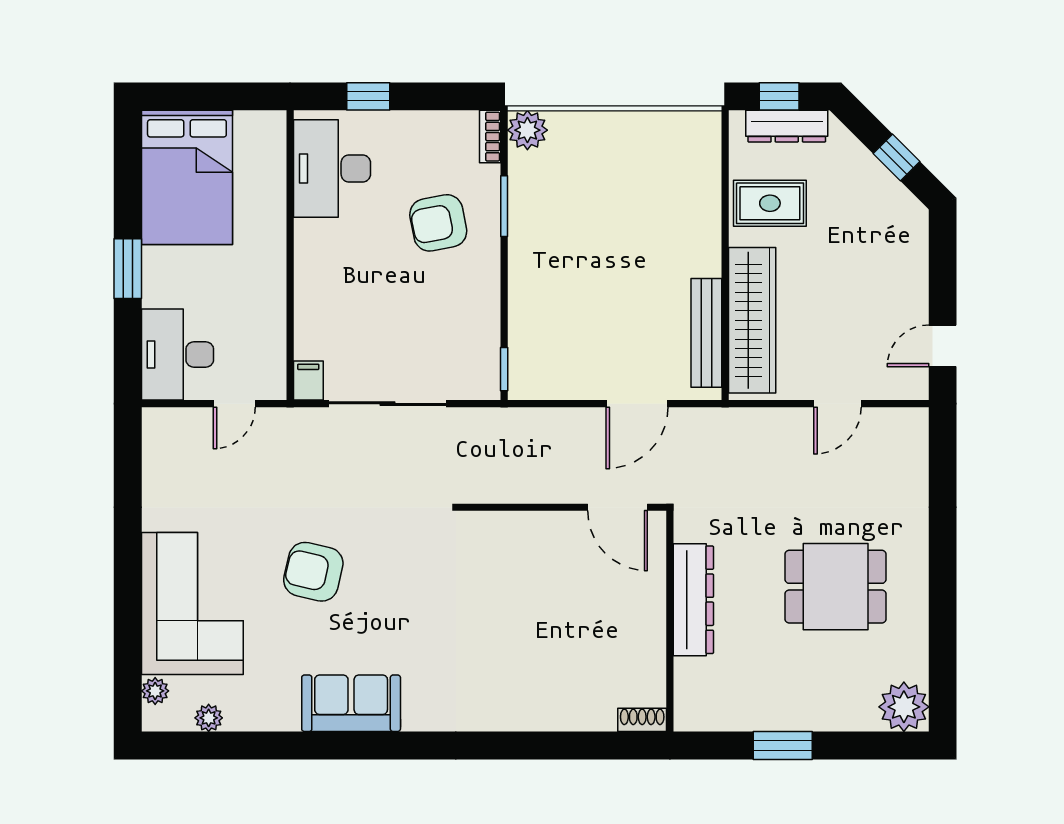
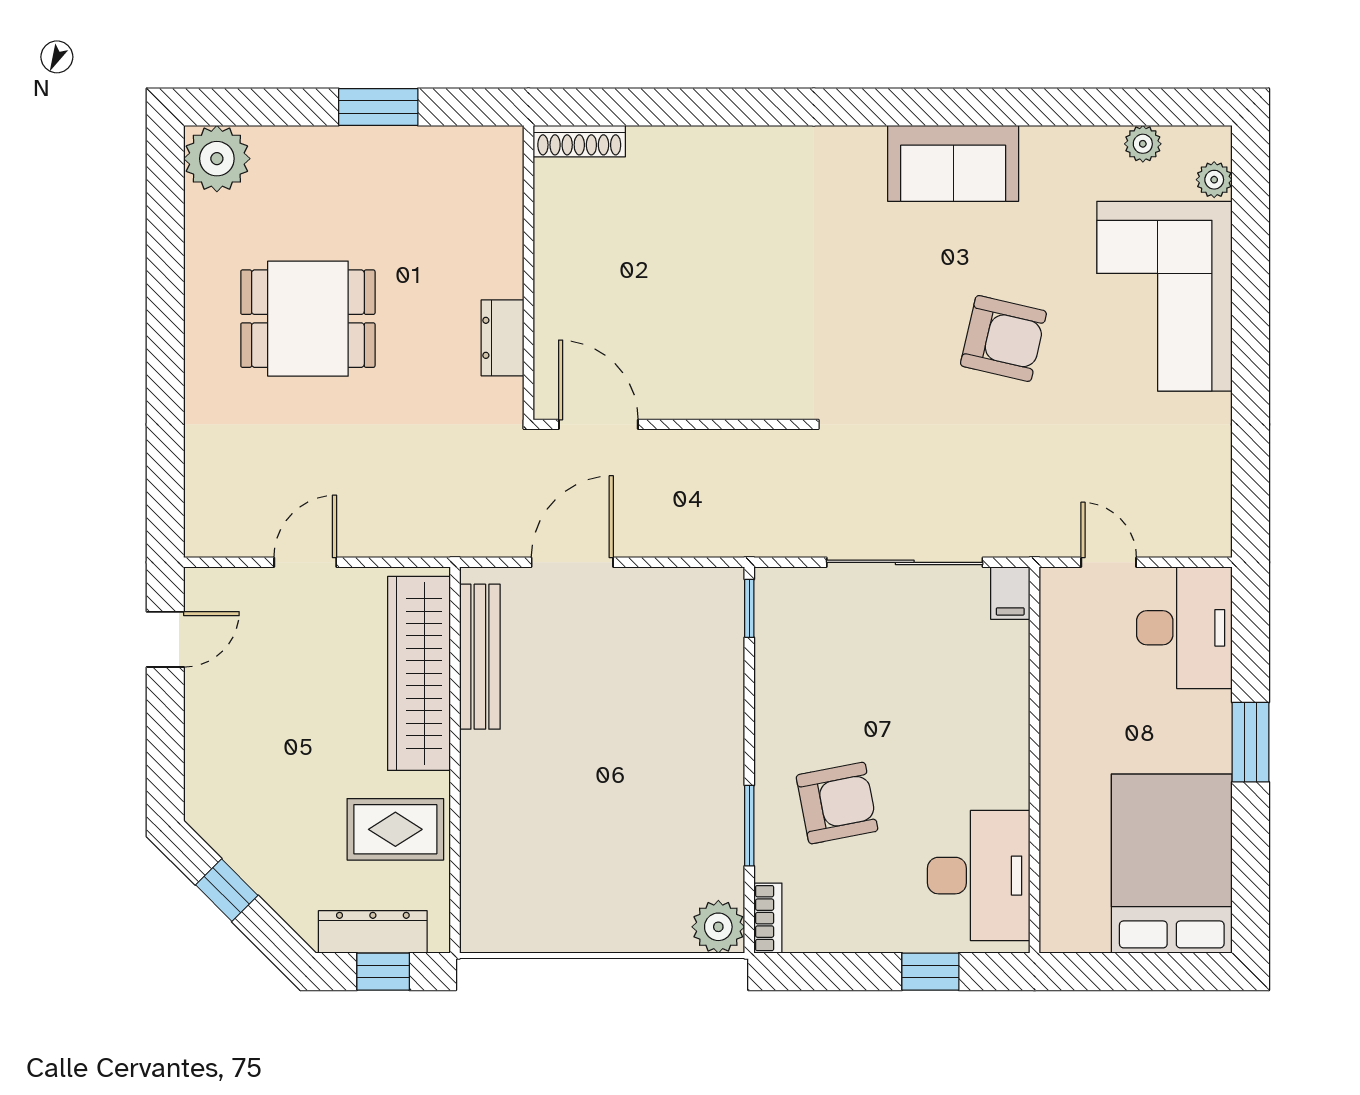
door: (234, 404) -> (1109, 562), hinge flipped
dresser: (693, 600) -> (503, 338), width x0.51, depth x0.80
shoe rack: (642, 720) -> (579, 141), width x1.43

